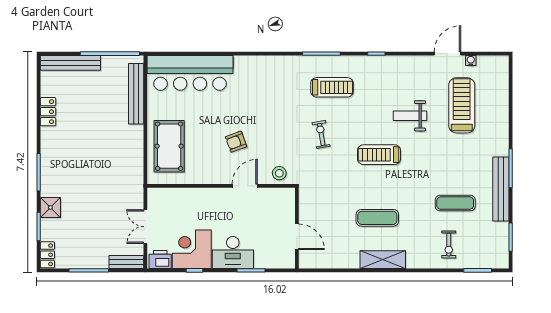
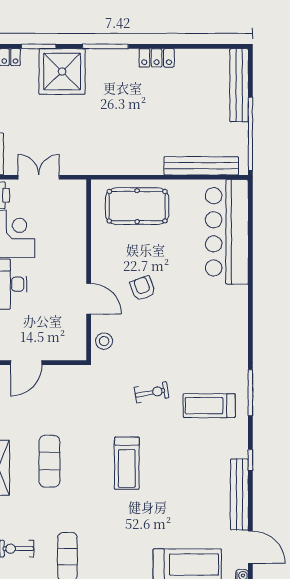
bench: (404, 63) -> (239, 494), added
treadmill: (332, 87) -> (209, 406), turned 90
locker: (48, 112) -> (157, 58), moved
weight bench: (410, 116) -> (174, 501), removed
treadmill: (379, 155) -> (127, 463), turned 180
shower: (50, 207) -> (62, 72), width x1.86, depth x1.86

